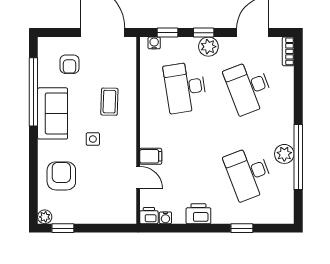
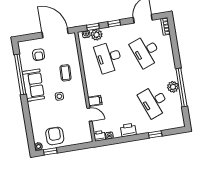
plant: (208, 47) -> (97, 35), moved
armchair: (61, 176) -> (55, 136), moved

